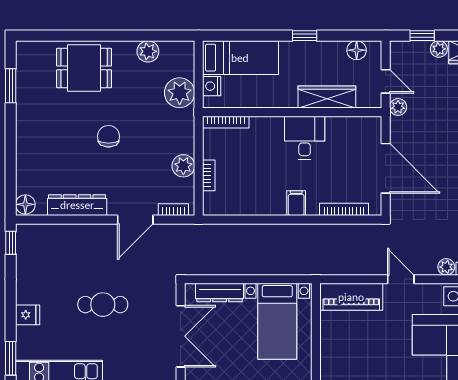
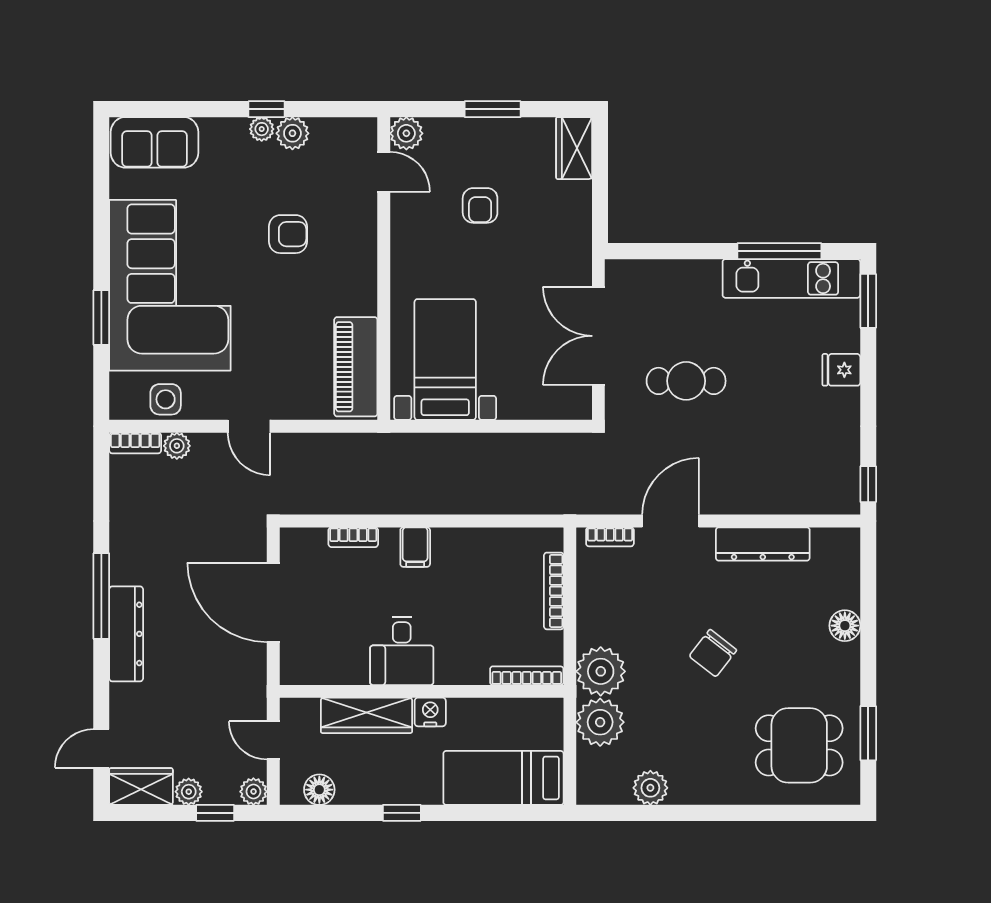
dining table: (84, 68) -> (799, 745), moved
nightstand: (212, 86) -> (430, 712), moved, turned -90
plant: (398, 107) -> (253, 792), moved
chair: (108, 136) -> (713, 653), turned 38
plant: (183, 166) -> (601, 671), moved, width x1.36, depth x1.36
bookcase: (209, 175) -> (554, 591), width x1.56
floor lamp: (25, 204) -> (845, 626), moved
bookcase: (344, 209) -> (353, 537), width x0.64
dresser: (220, 293) -> (537, 405), removed
piano: (351, 297) -> (356, 367), moved, turned -90
cafe table: (103, 305) -> (686, 381), moved

